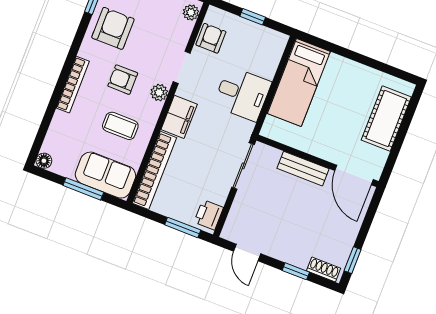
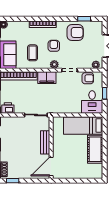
desk: (242, 94) -> (92, 102), moved
cot: (386, 119) -> (95, 149), moved, turned 90

